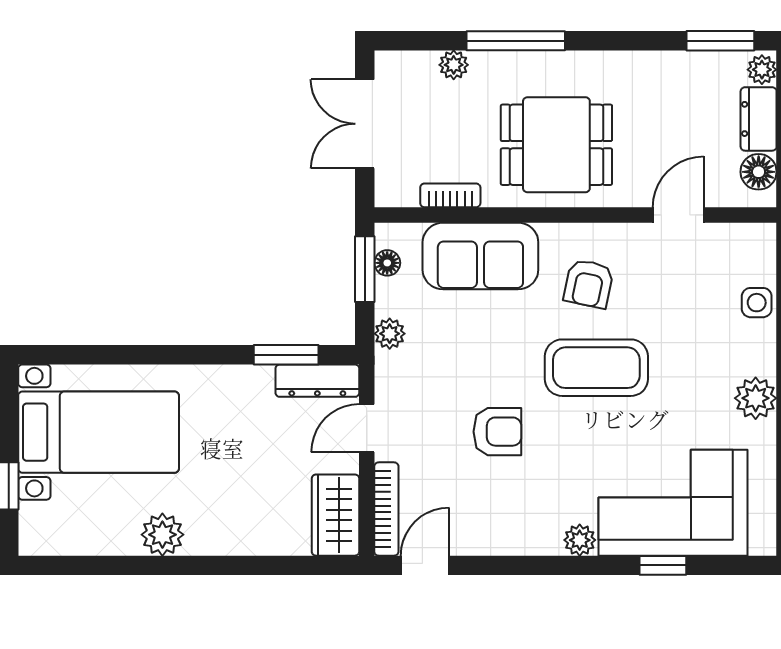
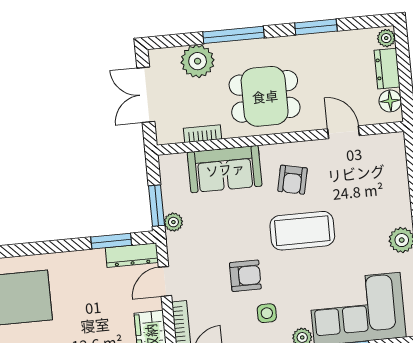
window: (720, 41) -> (316, 27), moved
plant: (454, 65) -> (198, 61), width x1.88, depth x1.88
door: (678, 215) -> (343, 132), hinge flipped
floor lamp: (387, 263) -> (168, 179), removed
window: (365, 269) -> (156, 206), moved
side table: (757, 303) -> (267, 313), moved

